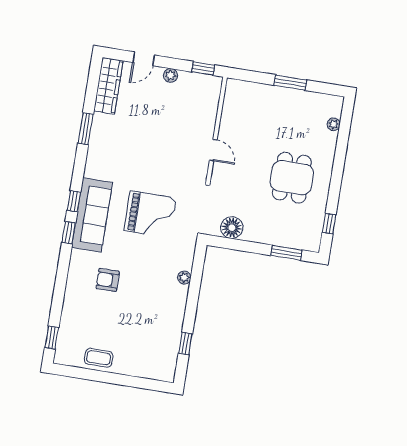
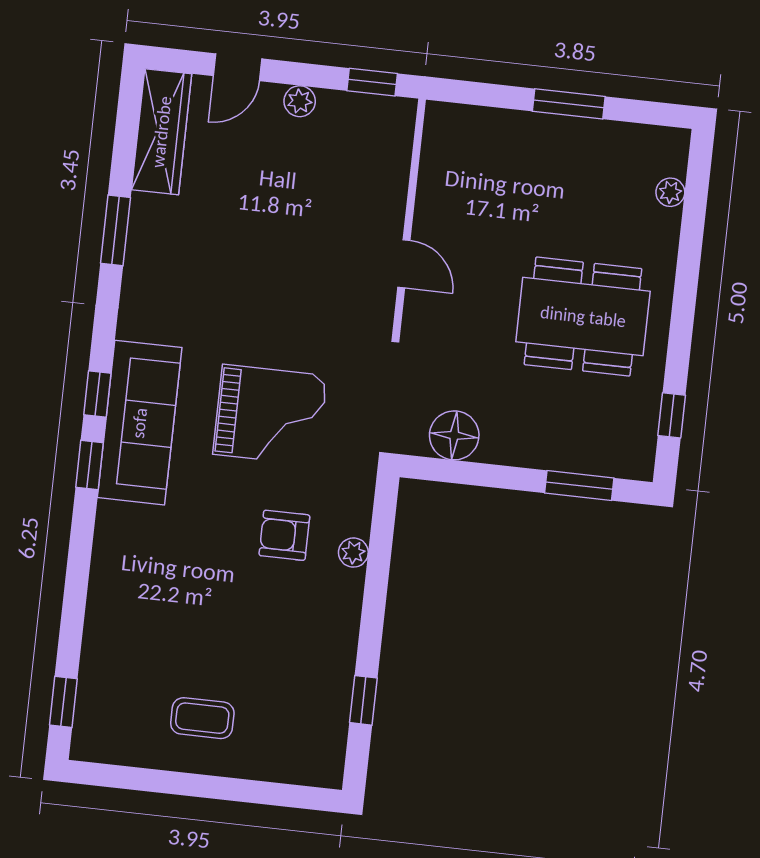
dining table: (292, 178) -> (583, 317), width x1.38
armchair: (108, 280) -> (284, 535), moved
coffee table: (99, 358) -> (202, 718), moved

